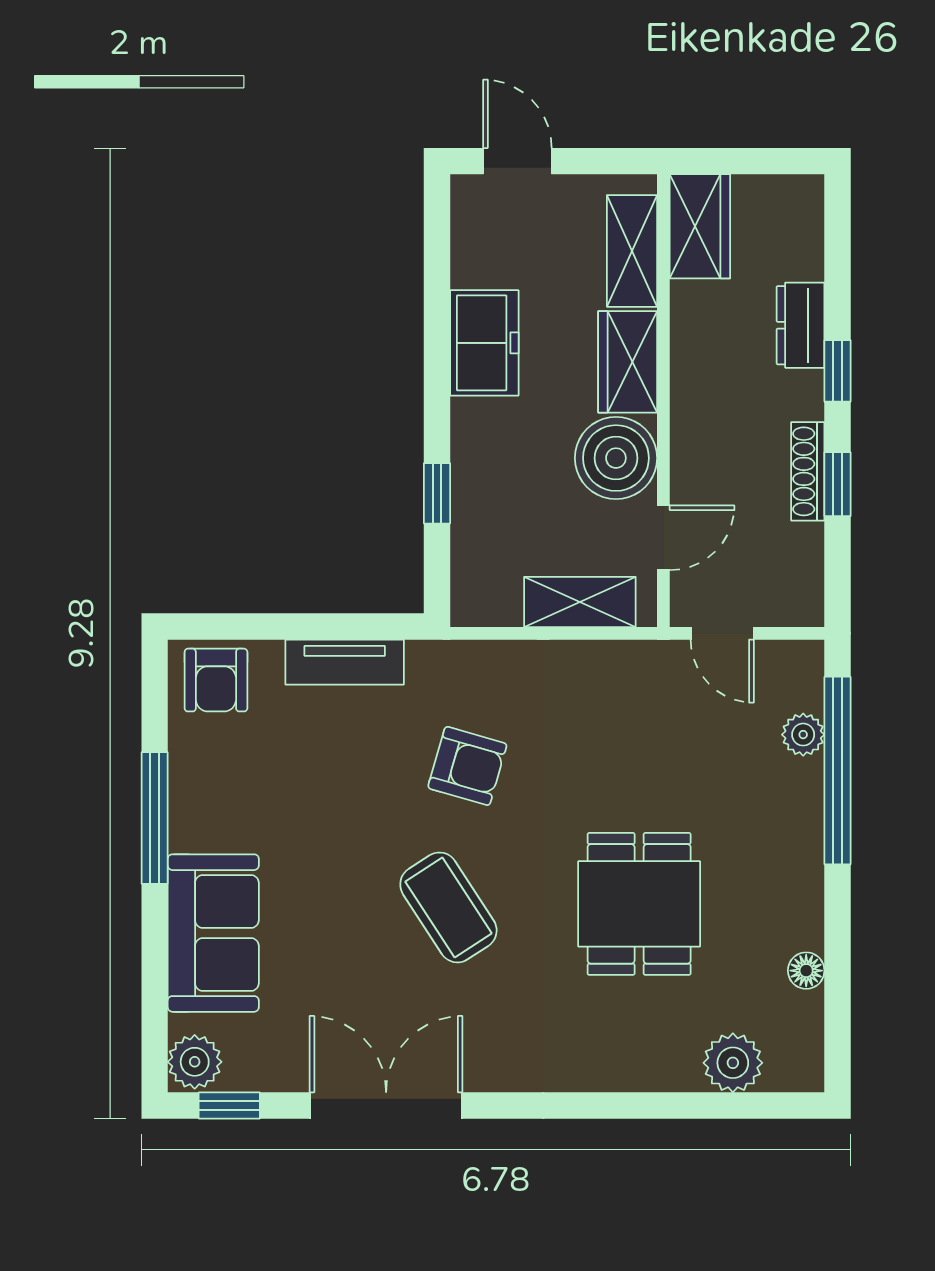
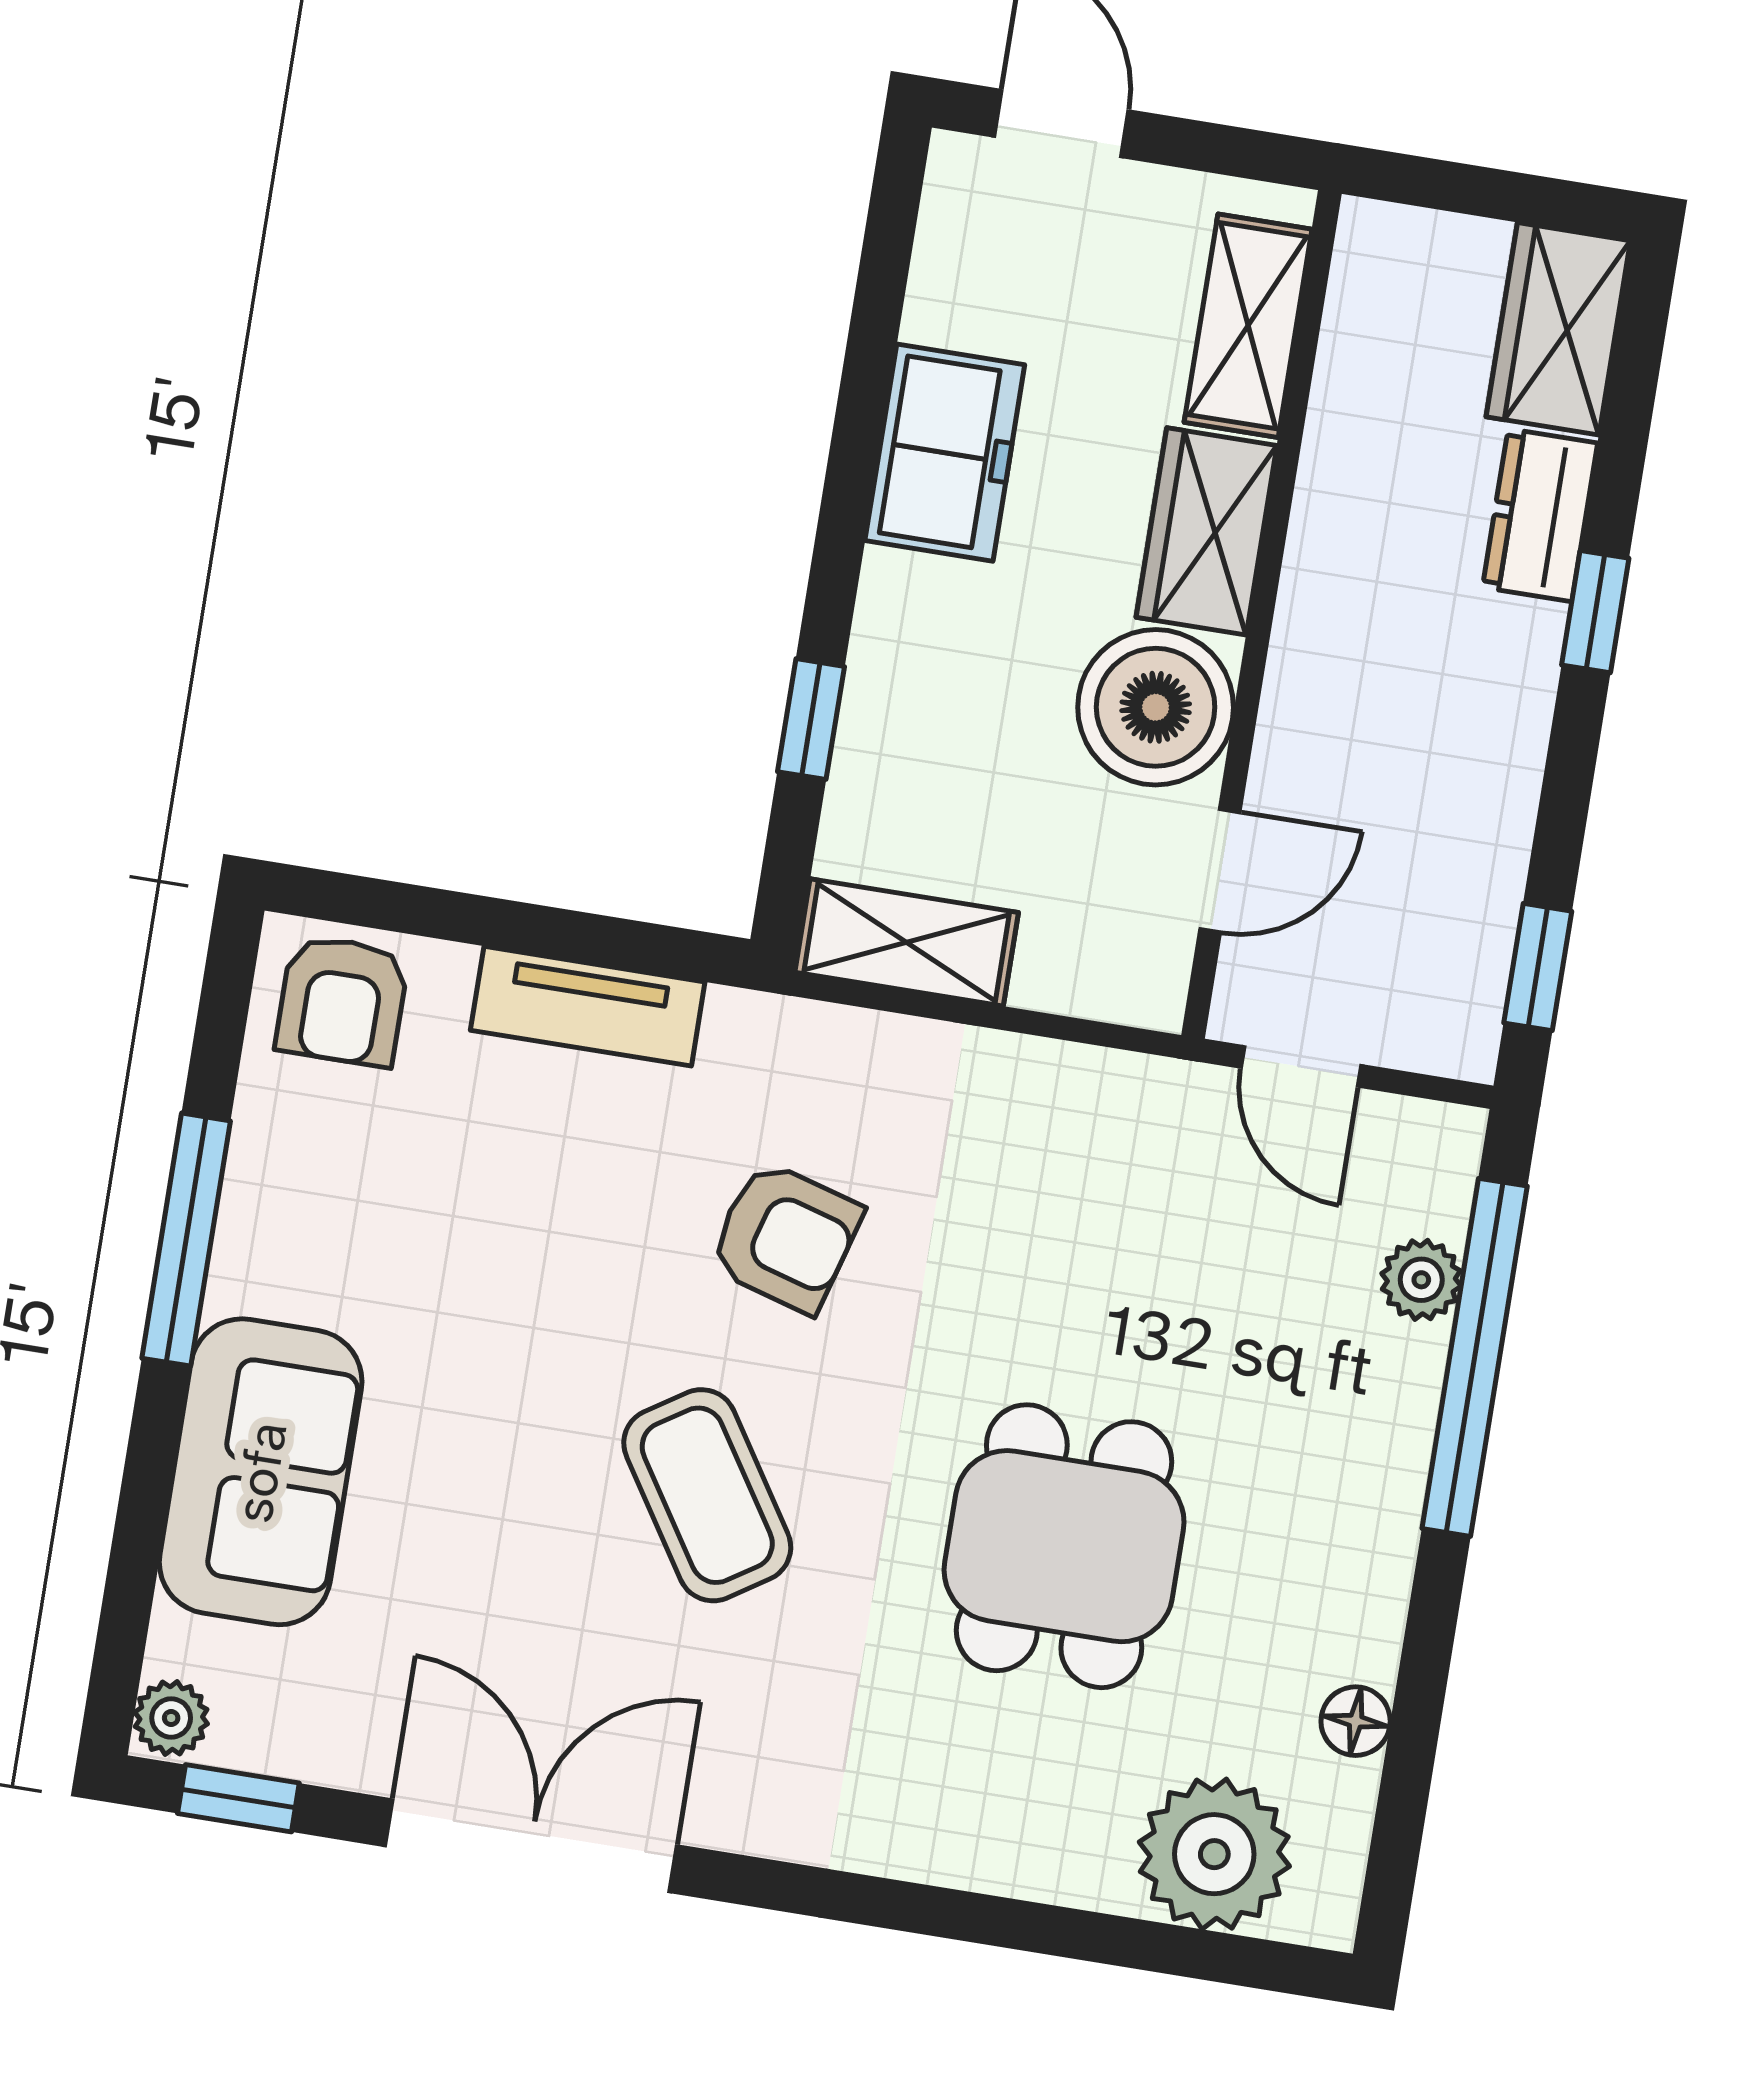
wardrobe: (700, 226) -> (1558, 329), moved, turned 180
shoe rack: (808, 471) -> (1509, 790), removed
window: (838, 484) -> (1538, 967), moved
shelving: (580, 602) -> (907, 942), moved
plant: (195, 1062) -> (171, 1718), width x0.73, depth x0.73
plant: (733, 1063) -> (1214, 1854), width x1.36, depth x1.36

